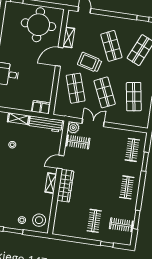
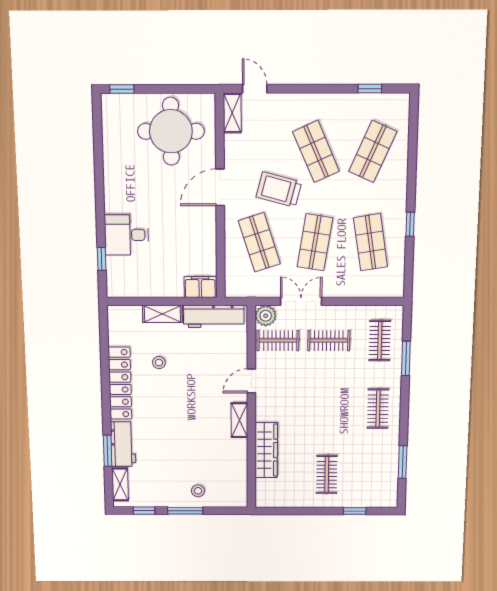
shelving: (69, 37) -> (232, 113), moved
shop shelf: (105, 92) -> (315, 242), turned 33
wardrobe: (65, 186) -> (266, 450), moved
stool: (39, 220) -> (228, 487), removed
clothes rail: (121, 225) -> (329, 341), moved

